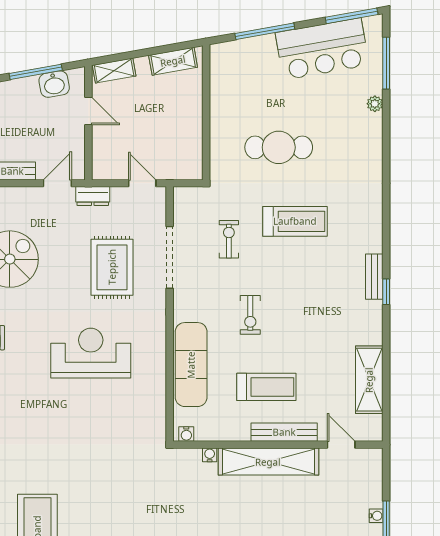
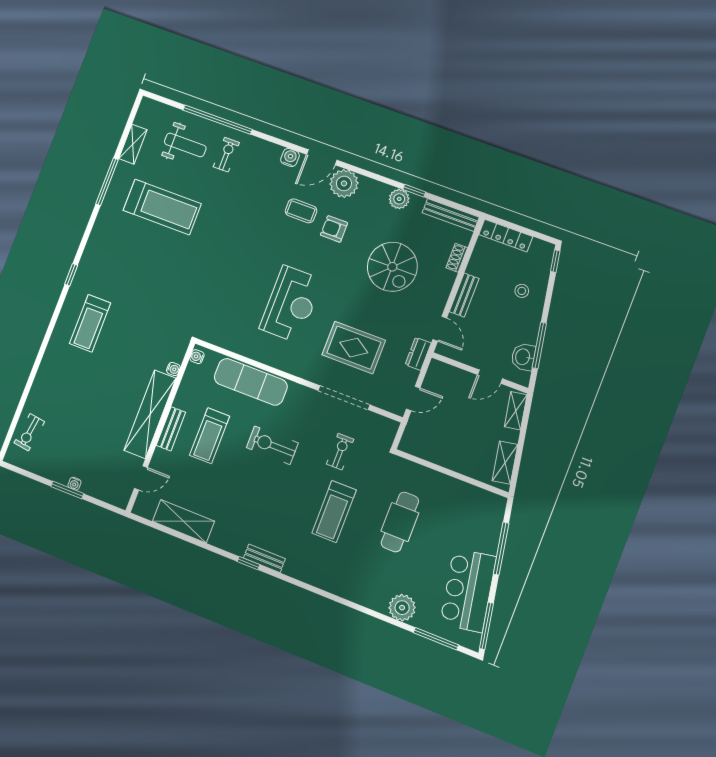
plant: (375, 104) -> (402, 608), width x1.88, depth x1.88
exercise bike: (229, 239) -> (340, 452), turned -90
exercise bike: (250, 315) -> (272, 445), width x1.38, depth x1.39
bench: (284, 432) -> (171, 429), width x0.73

